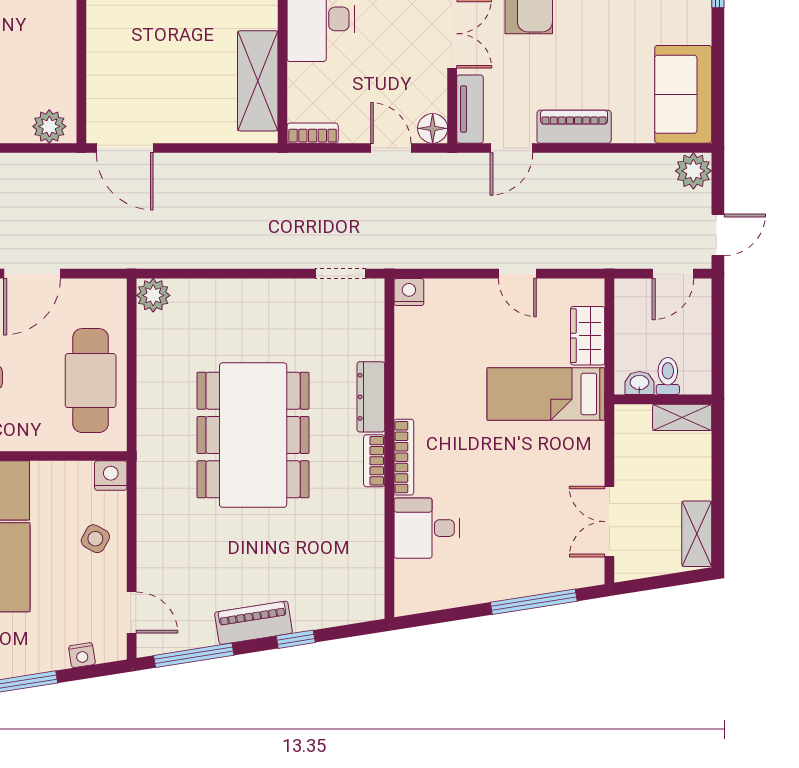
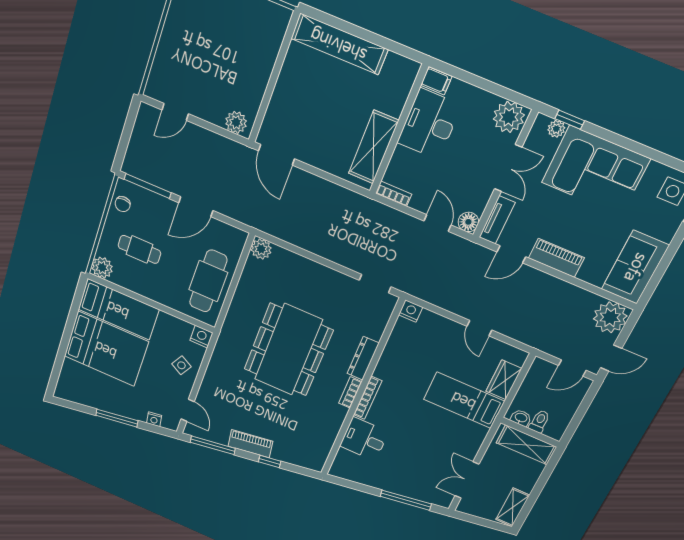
plant: (693, 171) -> (610, 317), width x1.36, depth x1.36
shelving: (682, 417) -> (526, 445), width x1.50, depth x1.33

